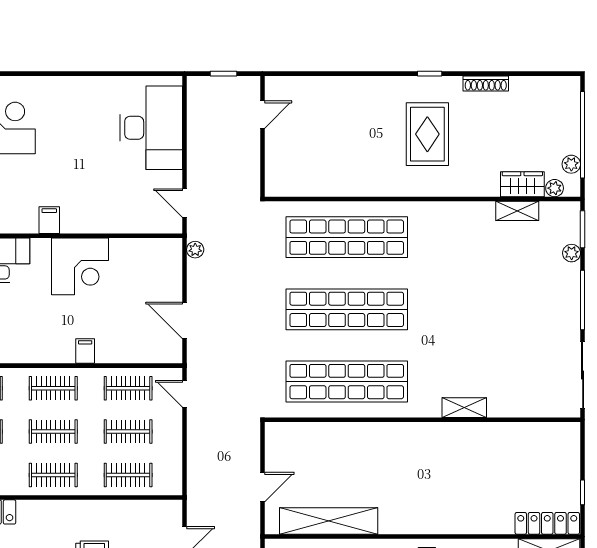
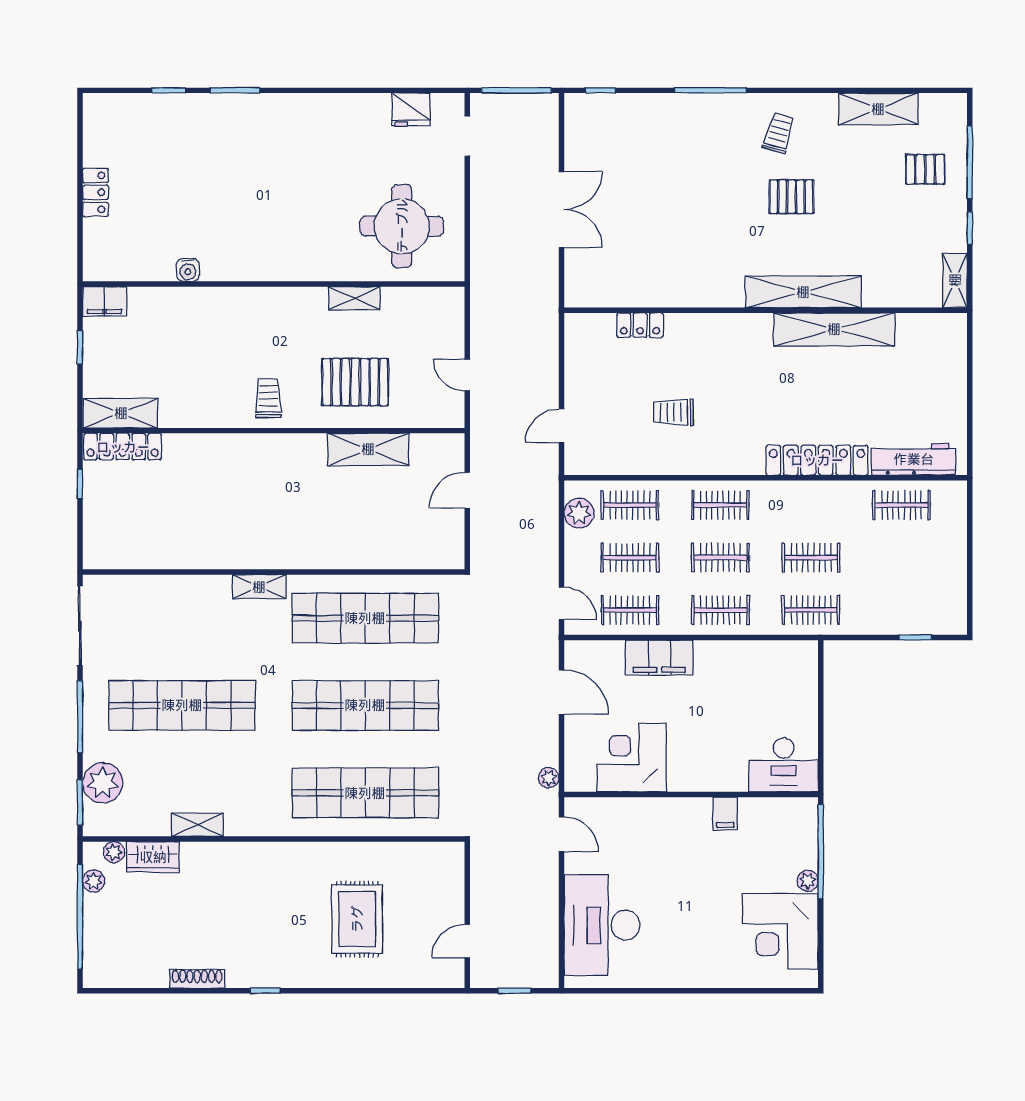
rug: (427, 134) -> (357, 919), moved
shelving: (517, 211) -> (197, 825), moved
plant: (572, 253) -> (103, 783), width x1.87, depth x1.87
corner desk: (80, 266) -> (632, 757), moved
shop shelf: (498, 309) -> (182, 705), added
filing cabinet: (85, 351) -> (659, 658), width x3.00, depth x1.17
shelving: (464, 408) -> (259, 587), moved
plant: (170, 468) -> (579, 513), added
shelving: (329, 521) -> (368, 449), width x0.68

